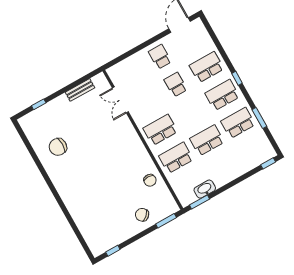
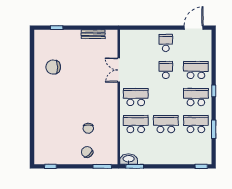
double door: (120, 100) -> (119, 70), moved
chair: (150, 180) -> (88, 128), moved
washbasin: (205, 189) -> (129, 159), moved

